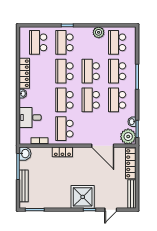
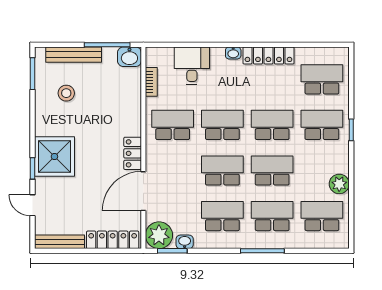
locker: (62, 152) -> (133, 153), moved
stool: (46, 190) -> (66, 93), added

